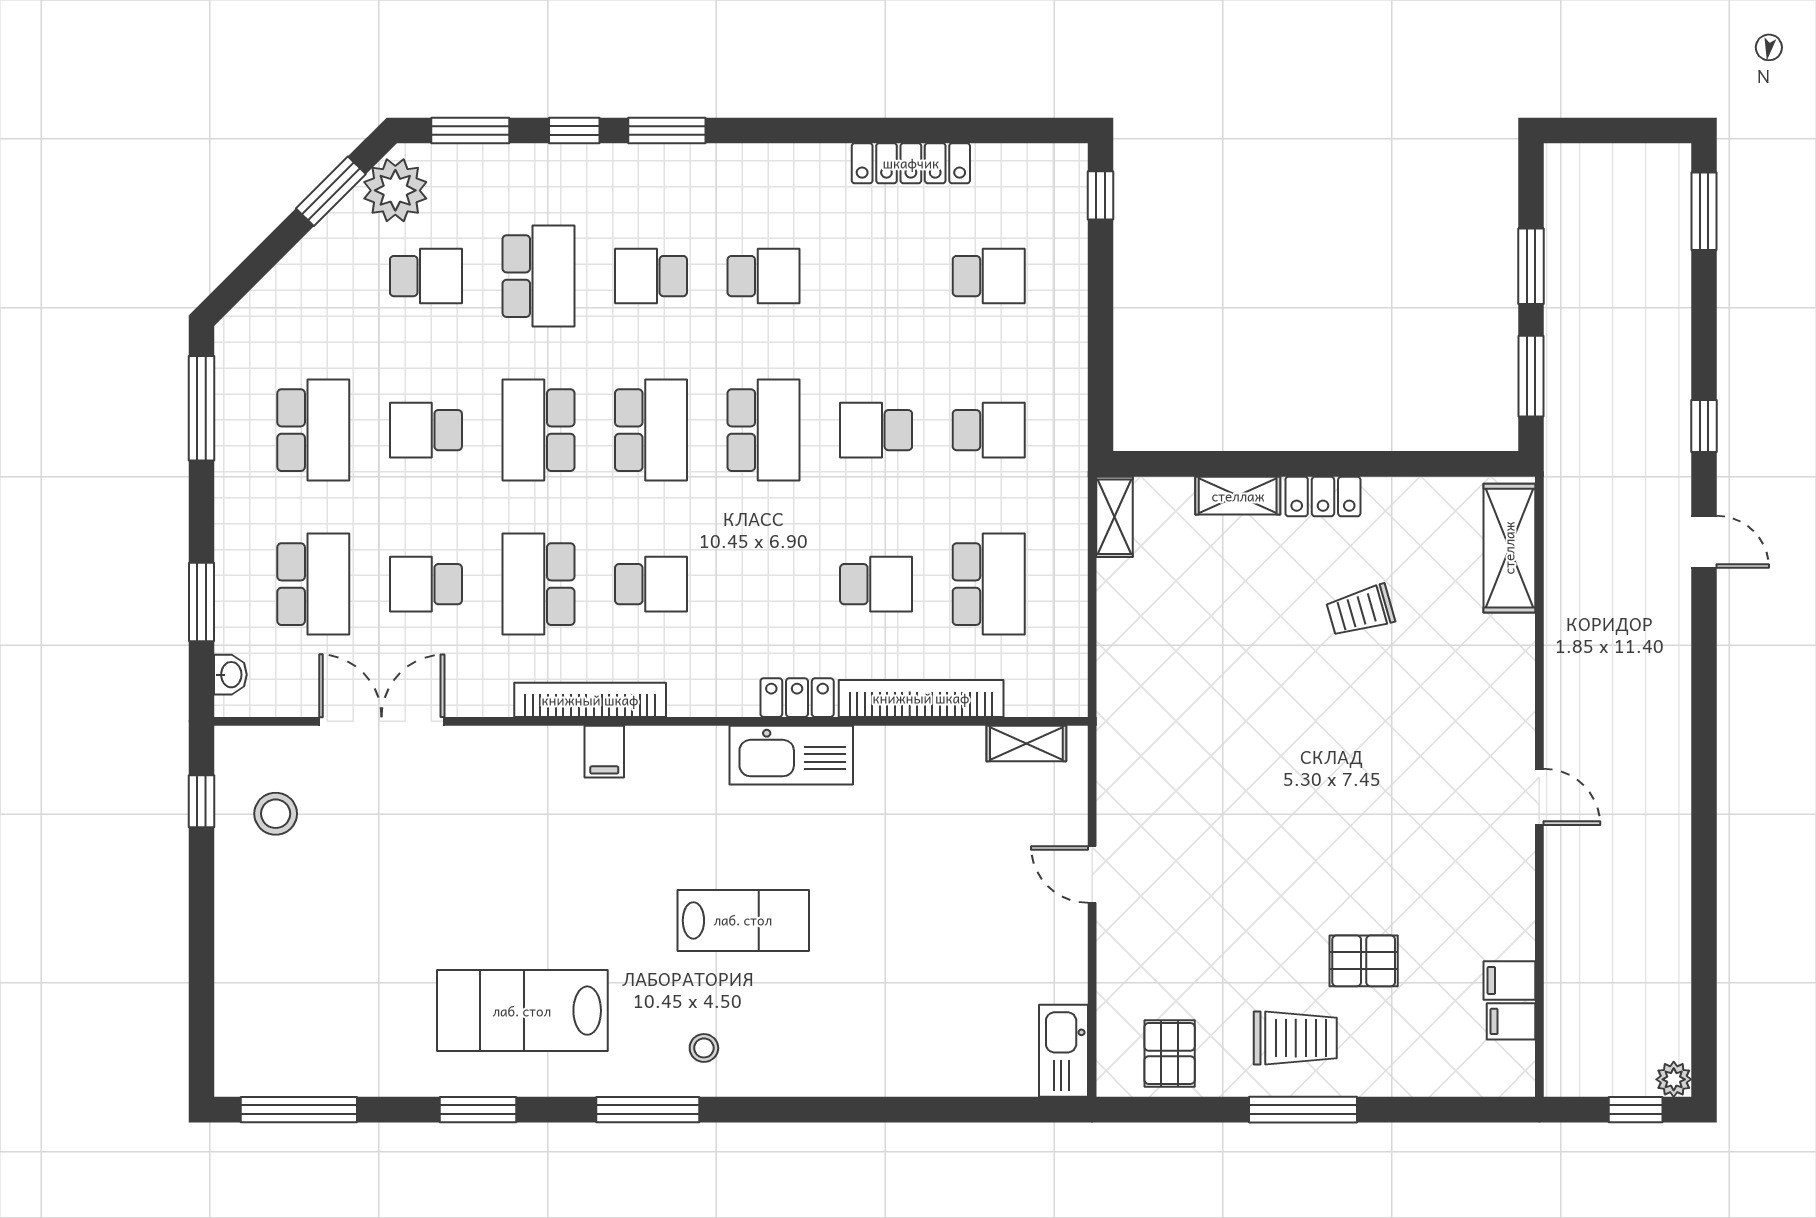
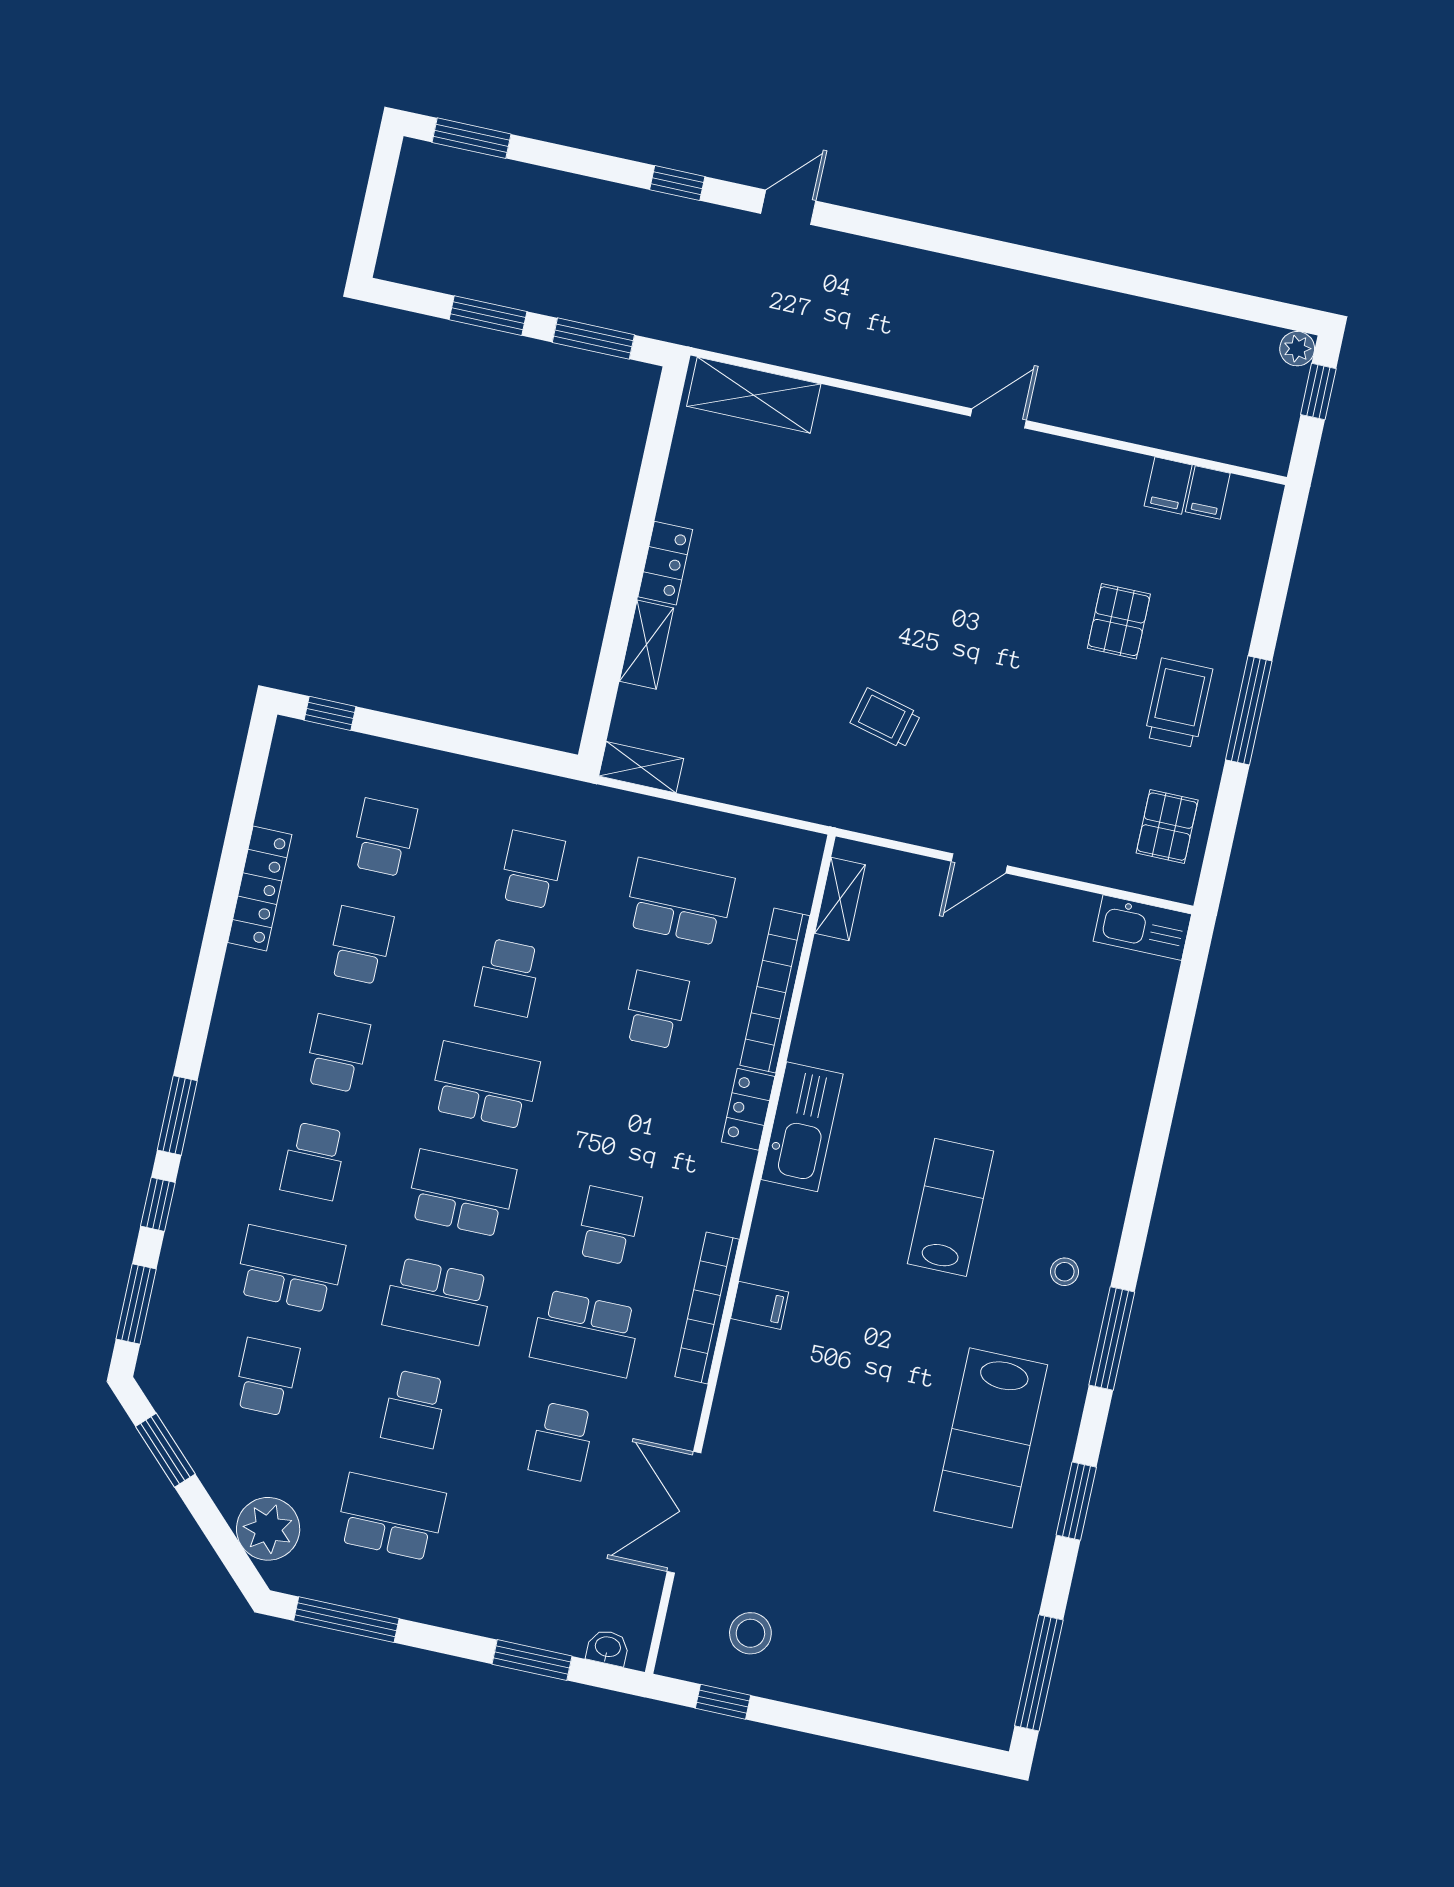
plant: (395, 190) -> (268, 1529), moved
school desk: (313, 584) -> (361, 945), moved, width x0.54
trolley: (1361, 611) -> (886, 718), moved, turned 120
pallet: (1170, 1054) -> (1167, 827), turned 90

